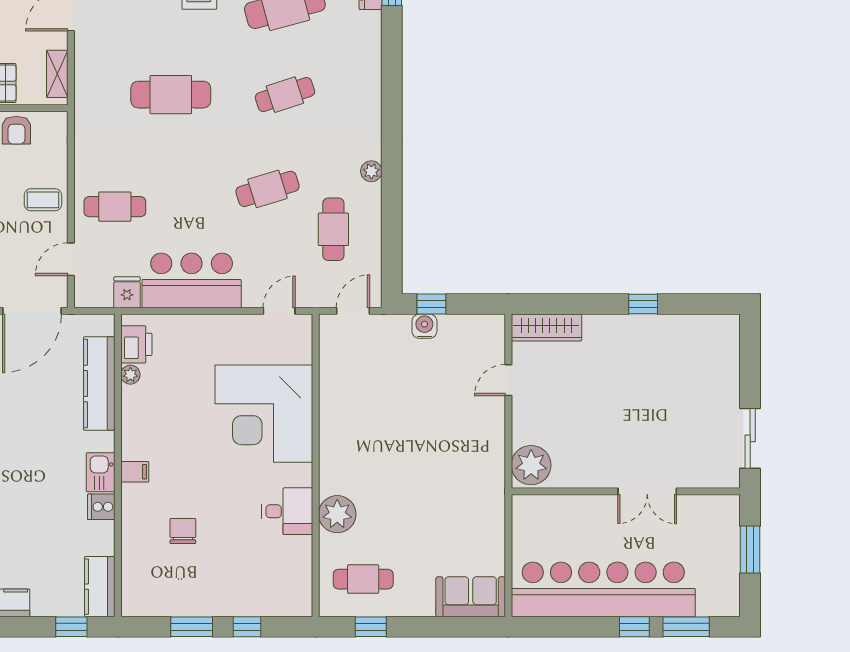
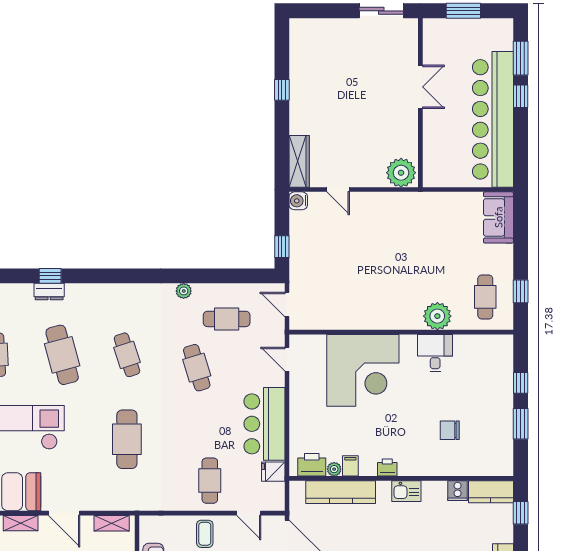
water cooler: (424, 326) -> (298, 201), moved
printer: (133, 446) -> (387, 468), added
filing cabinet: (135, 472) -> (350, 466), moved
cooker: (101, 507) -> (458, 491), moved

